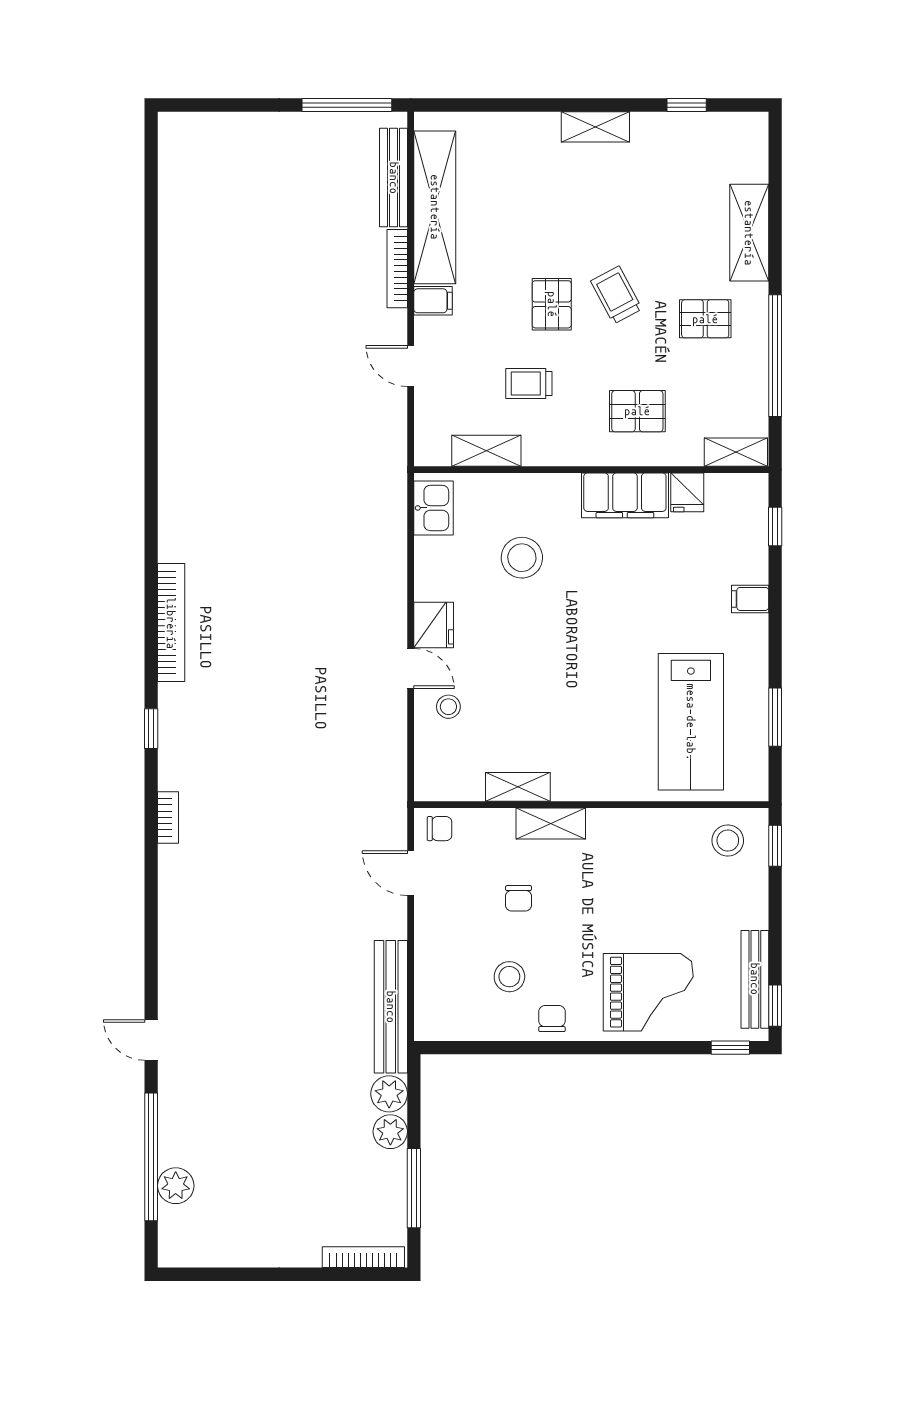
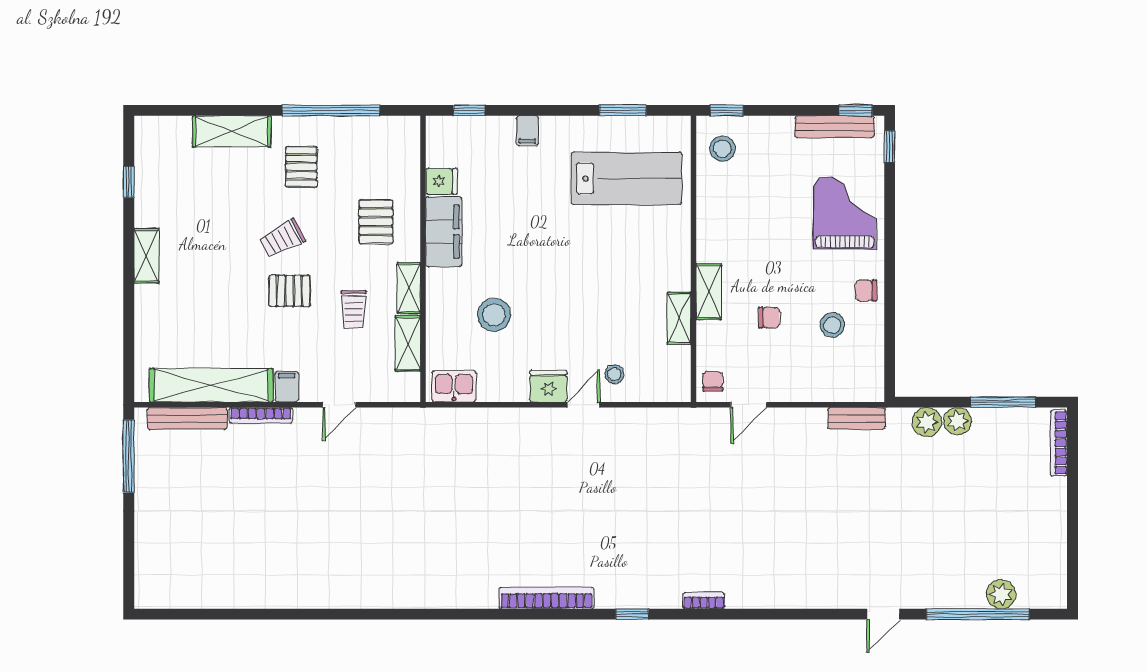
shelving: (736, 452) -> (409, 288), moved
bench: (391, 1007) -> (857, 418), width x0.54, depth x0.82

